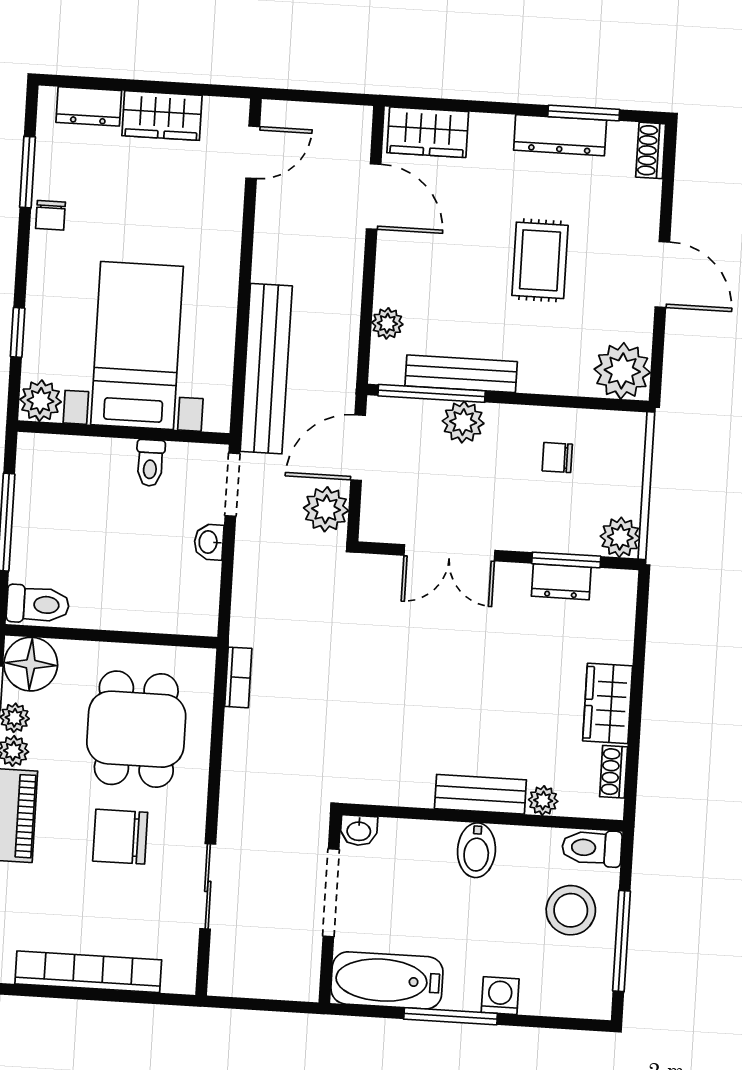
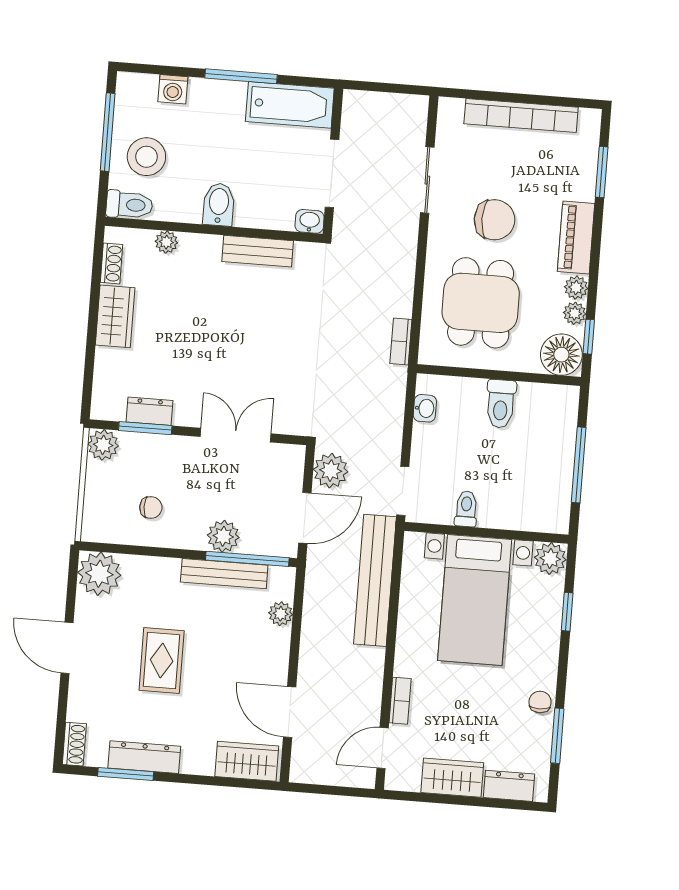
bookcase: (231, 214) -> (400, 701), added
washbasin: (209, 542) -> (425, 408), moved
toilet: (38, 604) -> (501, 404), moved, turned -90
bench: (480, 794) -> (258, 251), moved
washing machine: (500, 996) -> (173, 89), moved

